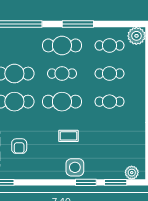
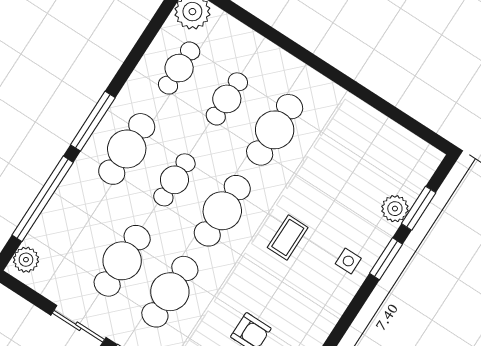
window: (78, 24) -> (93, 121), moved
cafe table: (110, 102) -> (275, 130), width x1.37, depth x1.35
side table: (75, 167) -> (348, 261), width x0.54, depth x0.54
plant: (132, 173) -> (395, 209), moved

